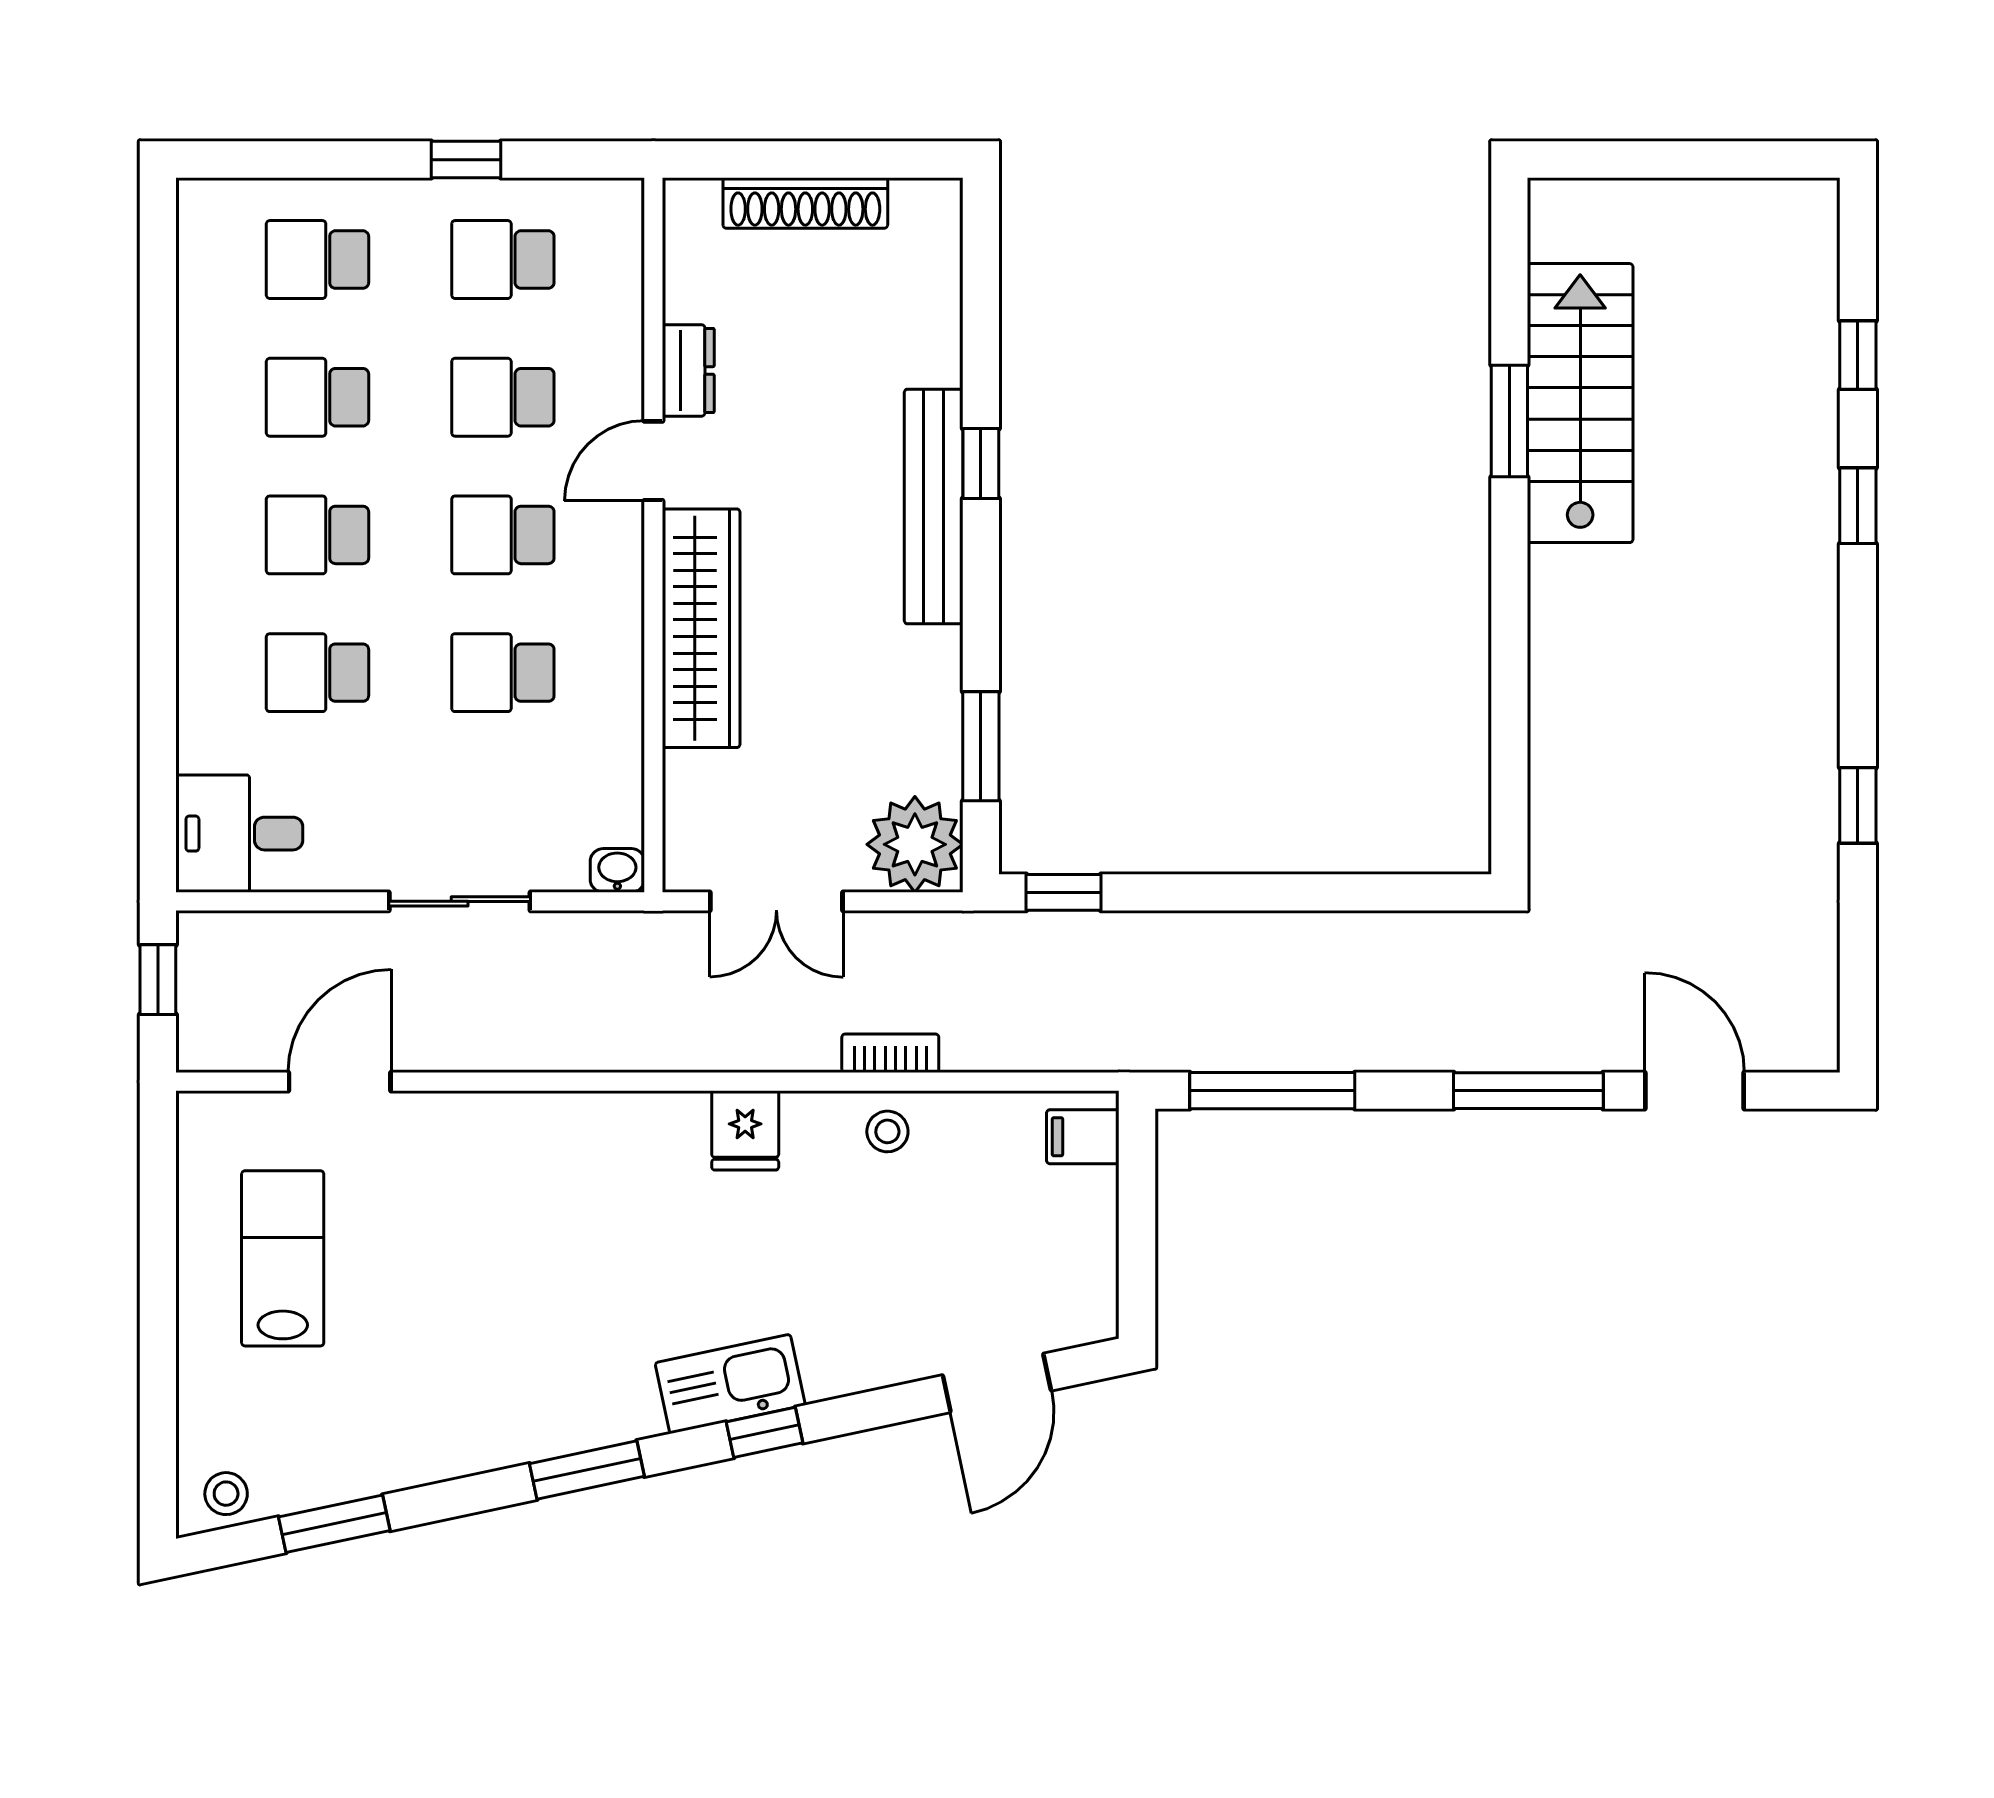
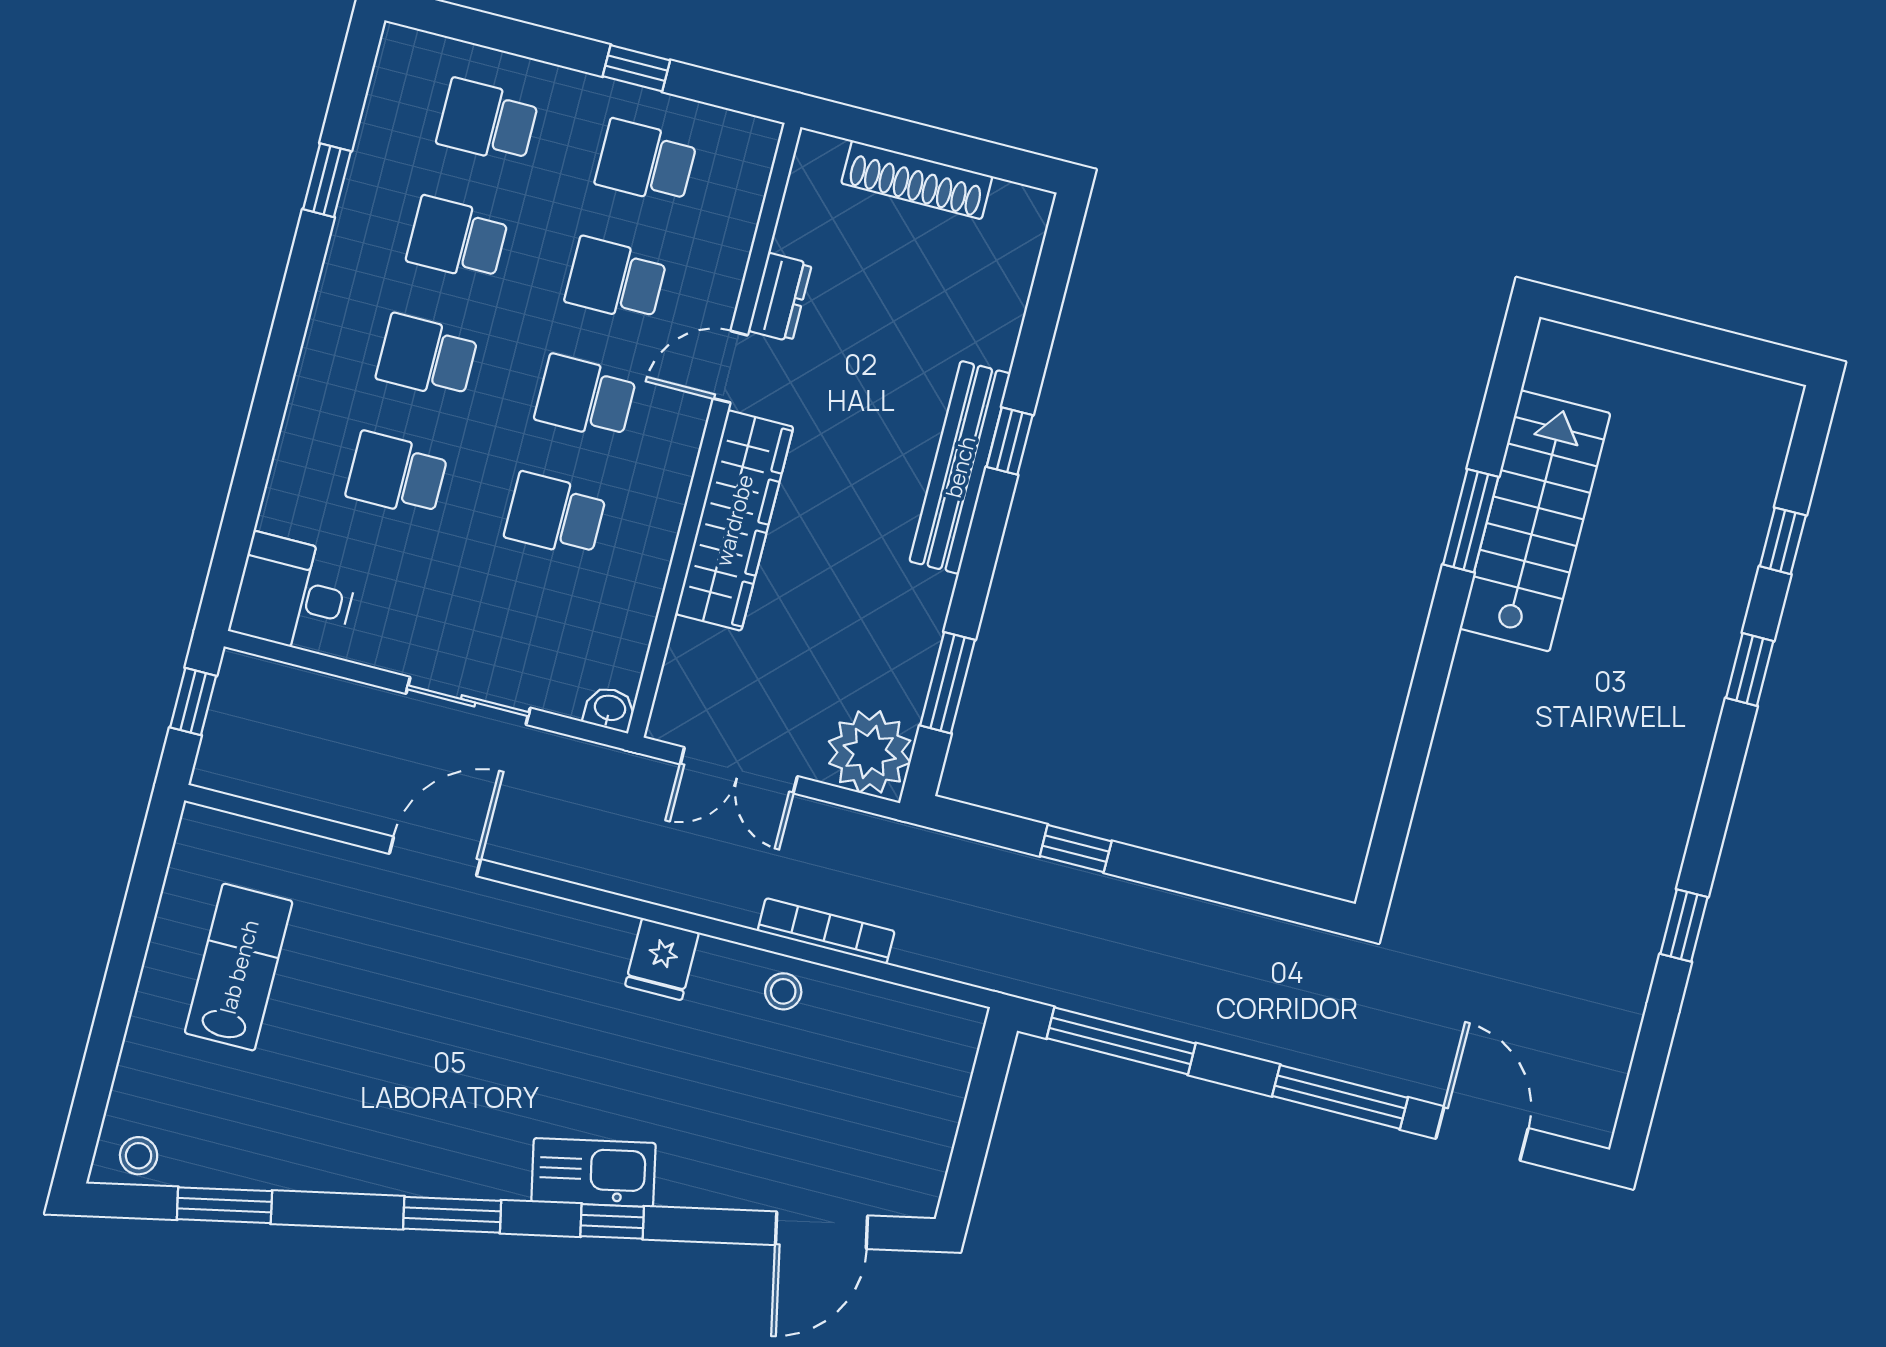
window: (158, 370) -> (327, 180), added
window: (1063, 892) -> (1076, 849), moved
bookcase: (890, 1053) -> (826, 931), width x1.56
door: (340, 1082) -> (435, 856), moved
filing cabinet: (1083, 1137) -> (949, 1039), removed

